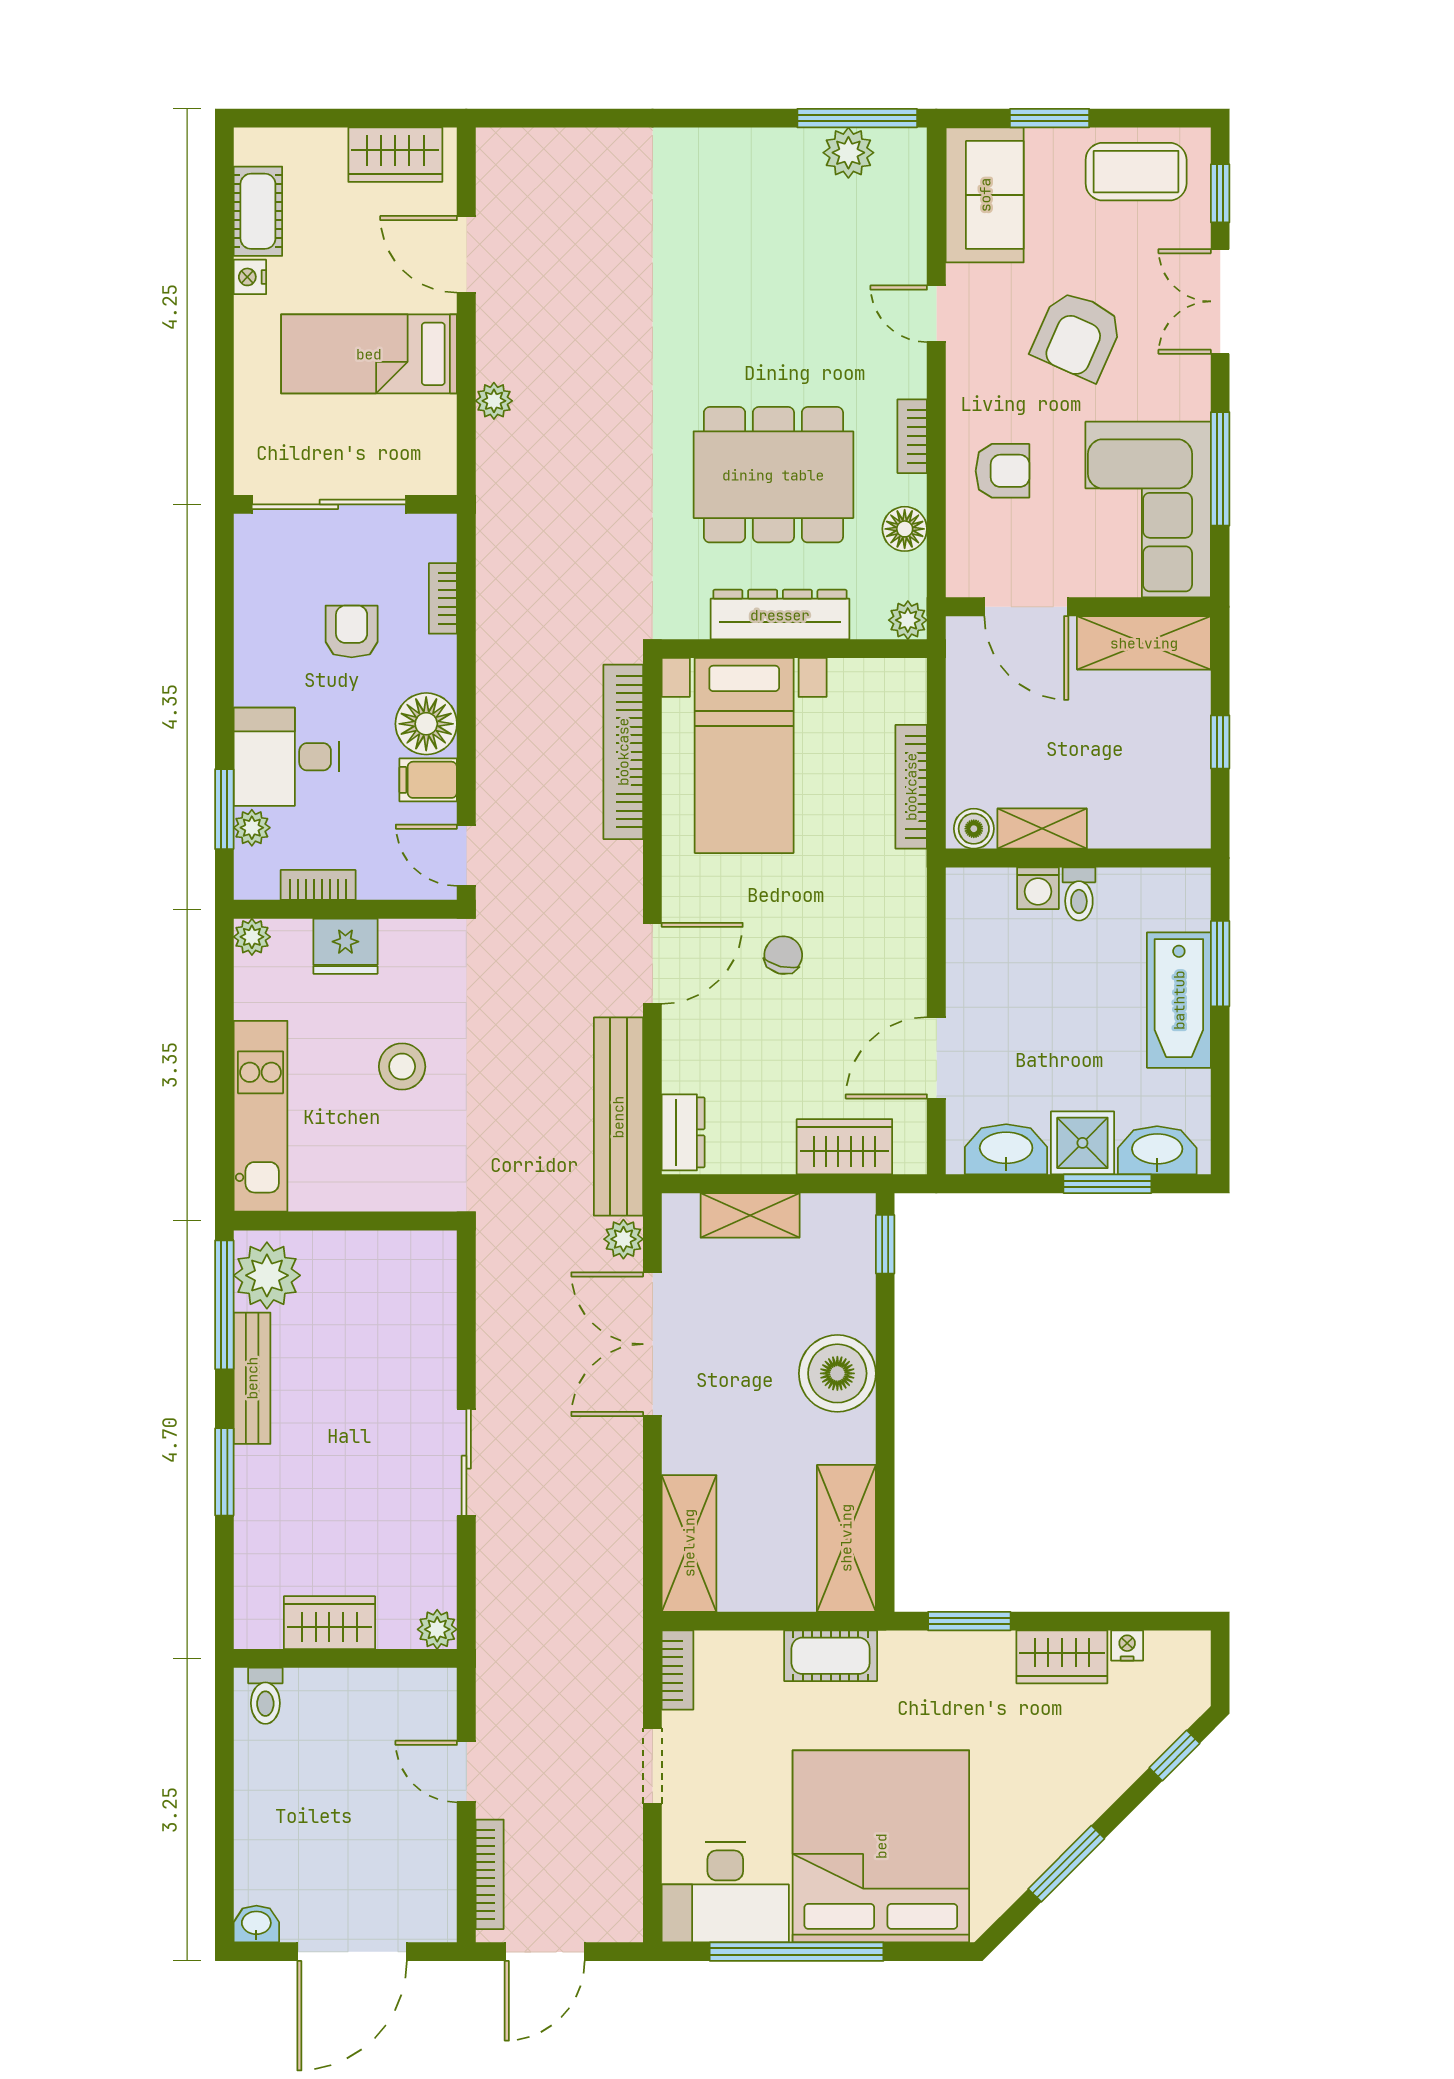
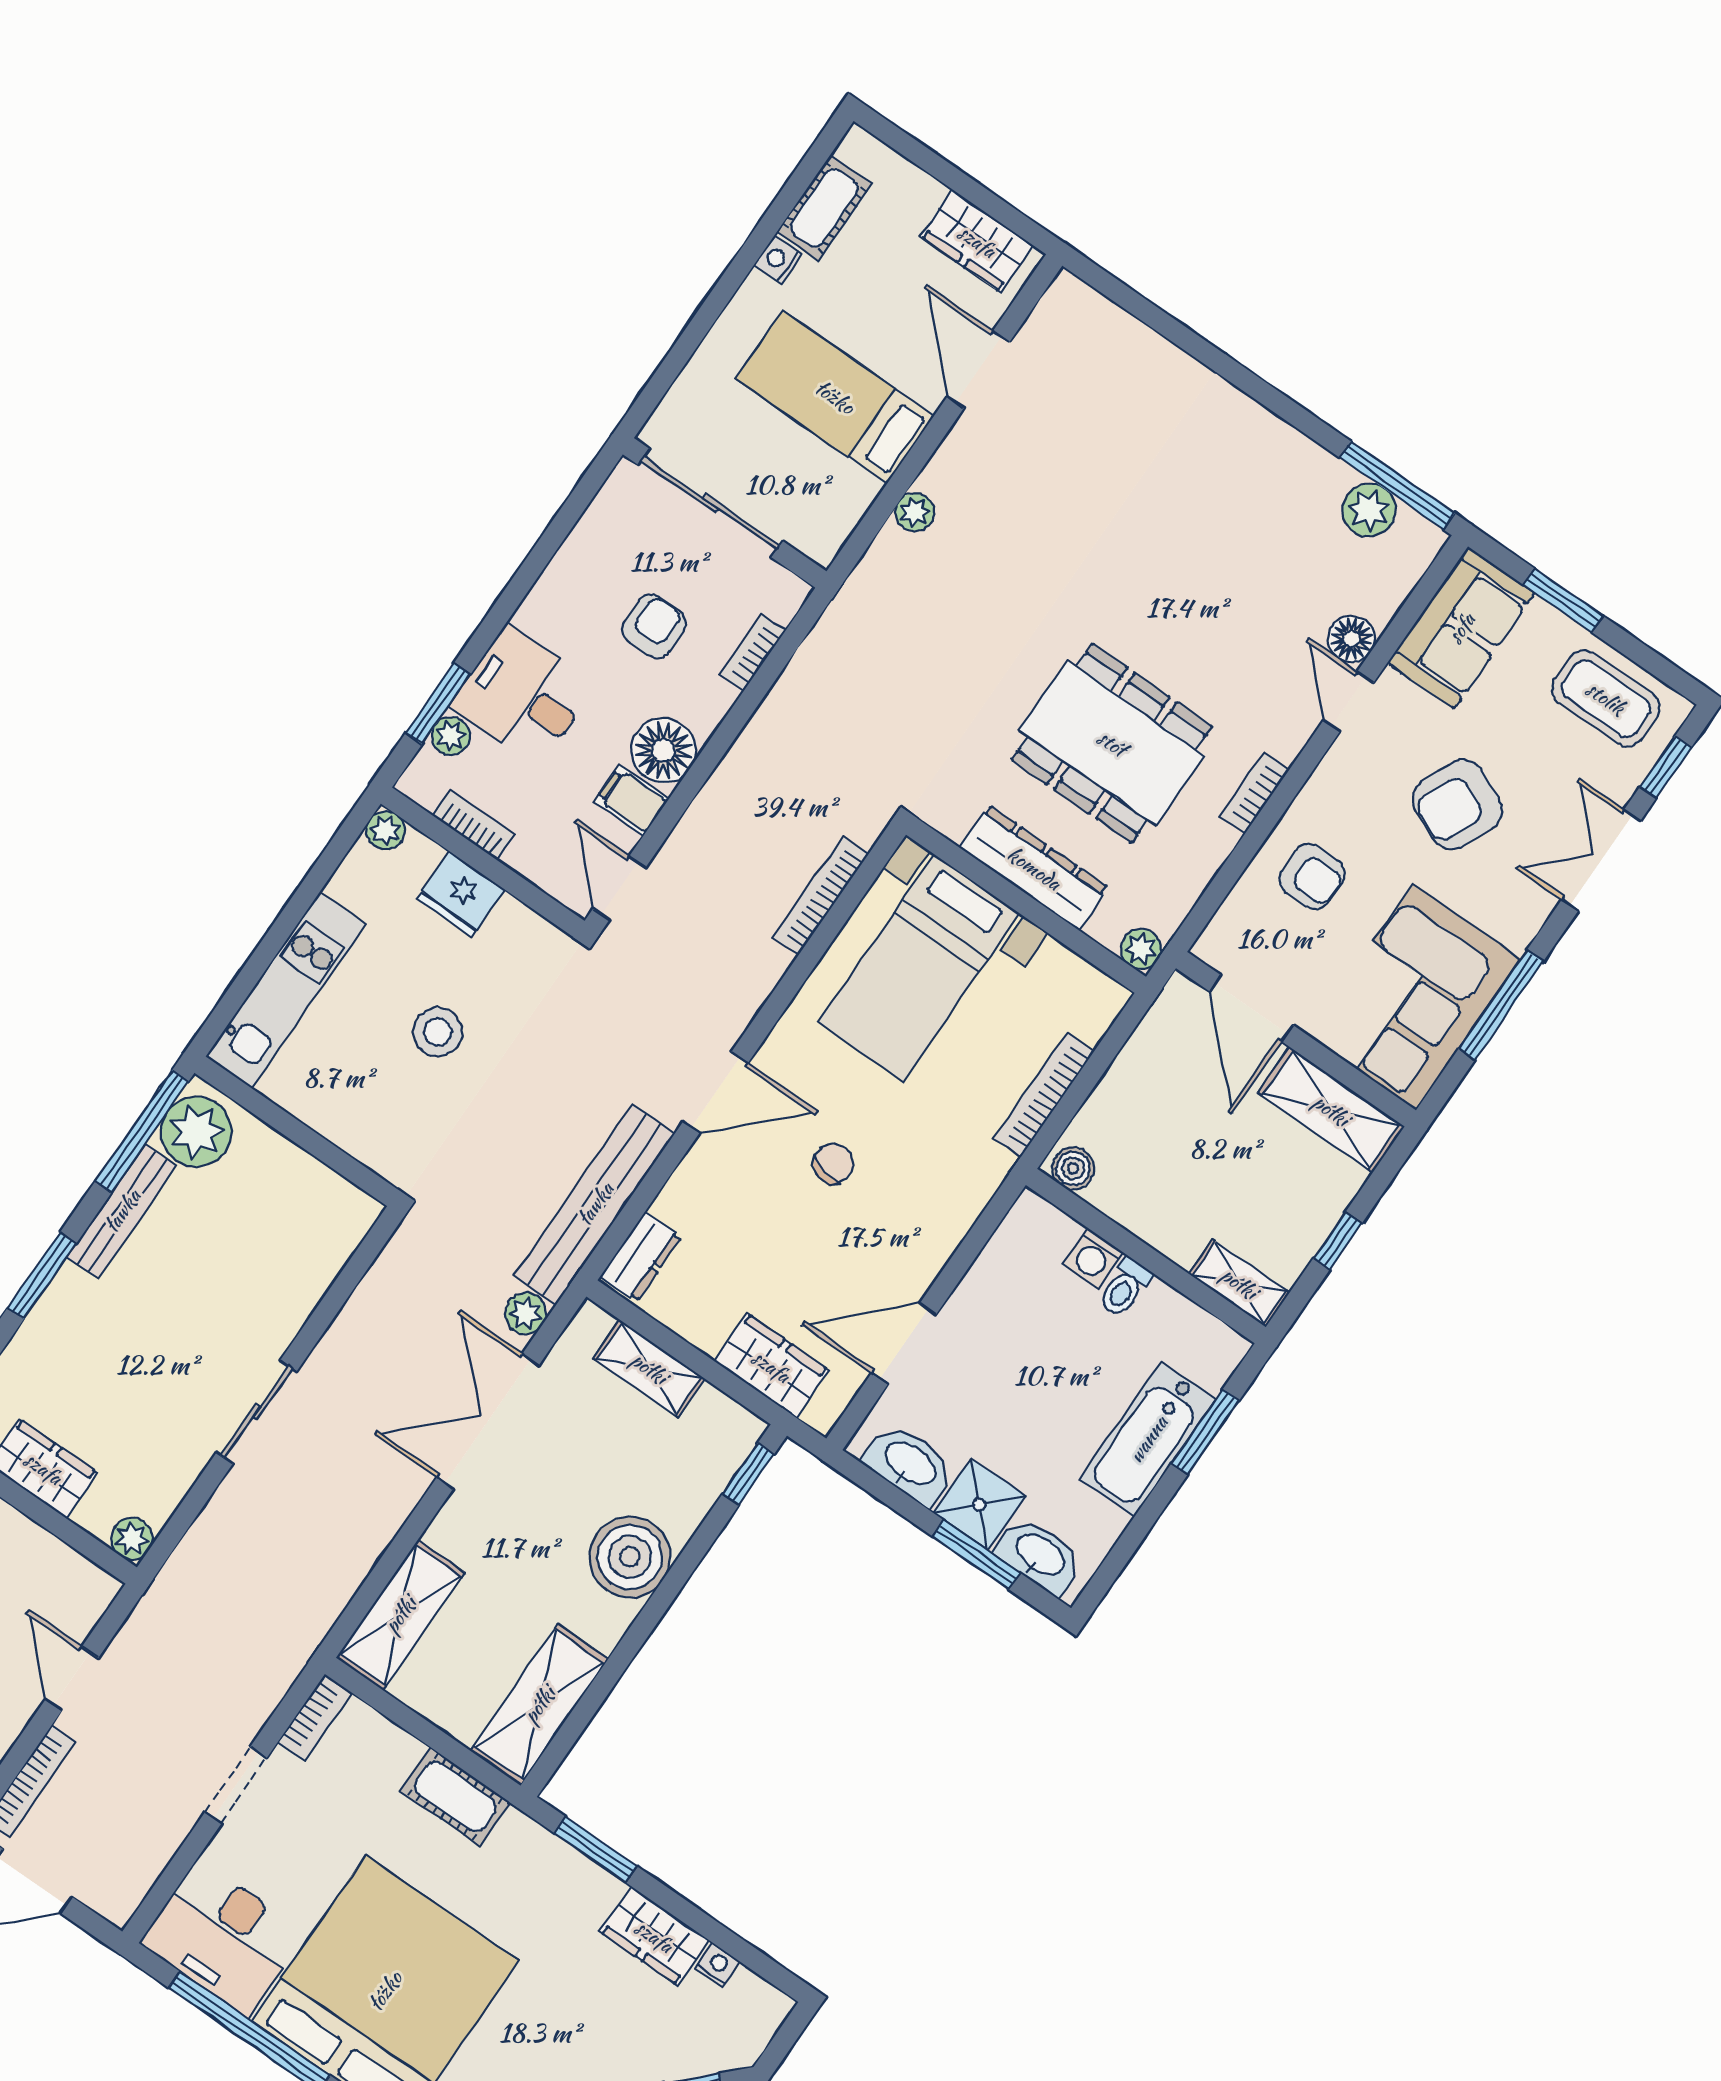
floor lamp: (905, 529) -> (1352, 639), moved
bookcase: (623, 752) -> (821, 895), width x0.68, depth x0.76
shelving: (1042, 829) -> (1239, 1283), moved

